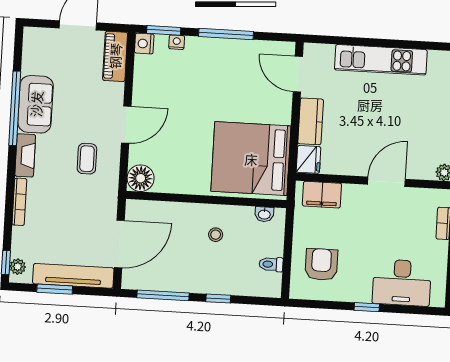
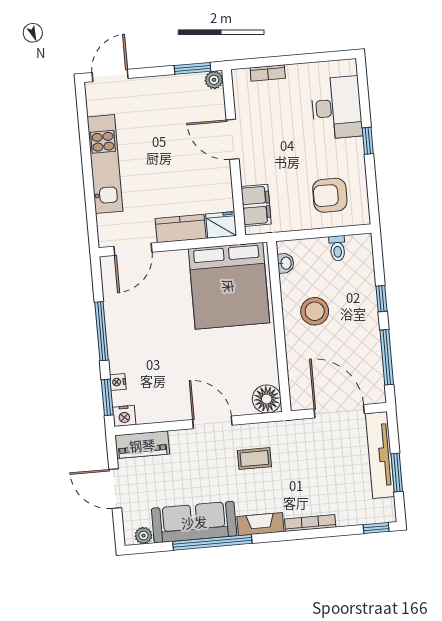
sofa: (36, 104) -> (194, 522), width x1.36
stool: (216, 235) -> (315, 311), width x1.89, depth x1.89
plant: (18, 267) -> (143, 536), moved

